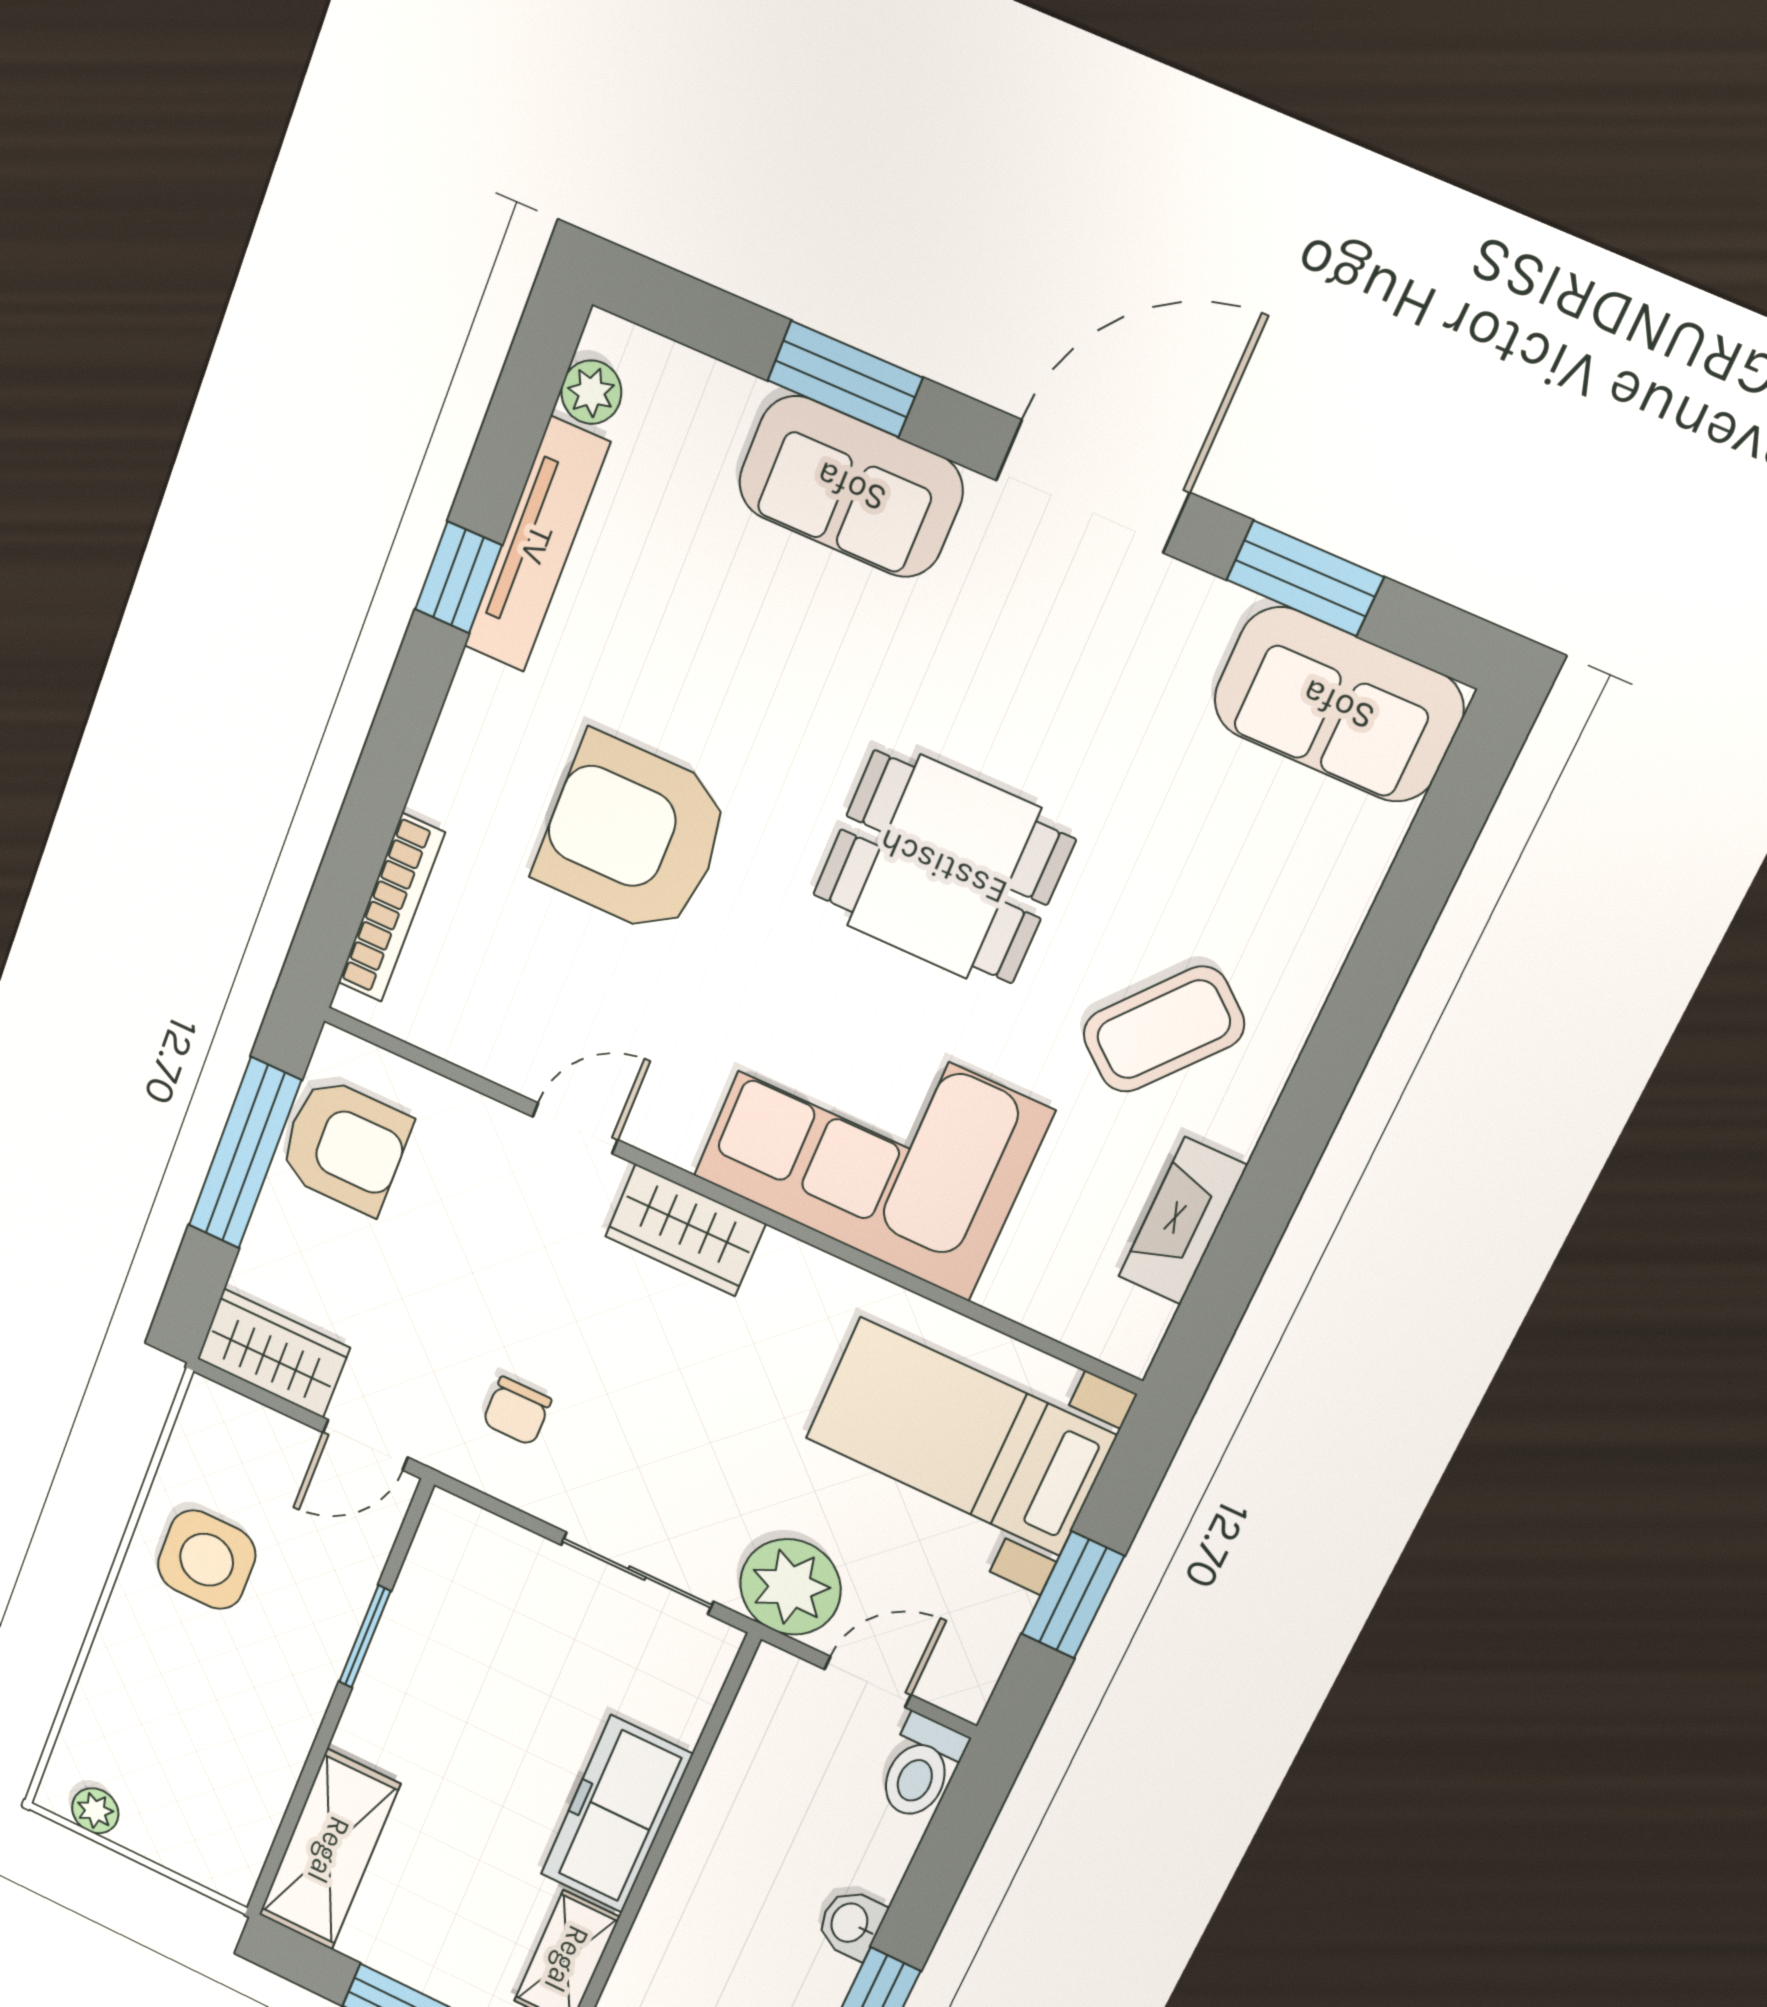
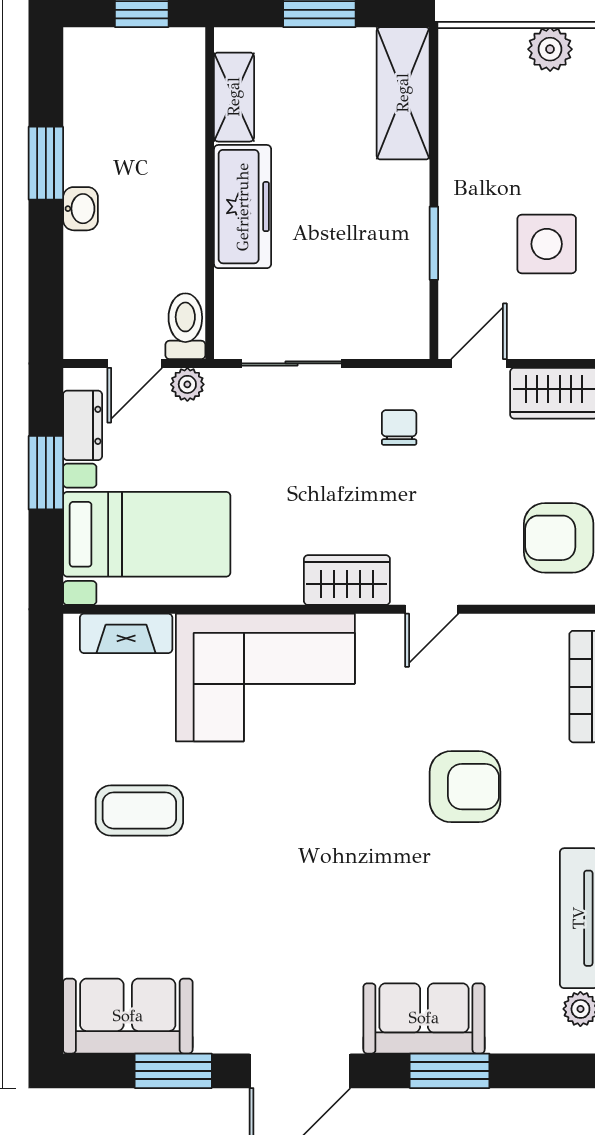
armchair: (633, 835) -> (465, 787), width x0.73, depth x0.73
dining table: (943, 867) -> (292, 844), removed
coffee table: (1164, 1029) -> (139, 810), turned 50
fireplace: (1183, 1221) -> (126, 633), moved, turned 90
plant: (790, 1587) -> (187, 384), width x0.53, depth x0.53
dresser: (985, 1634) -> (83, 425), added
toilet: (921, 1768) -> (185, 326), moved
plant: (95, 1811) -> (550, 49), width x1.38, depth x1.38

